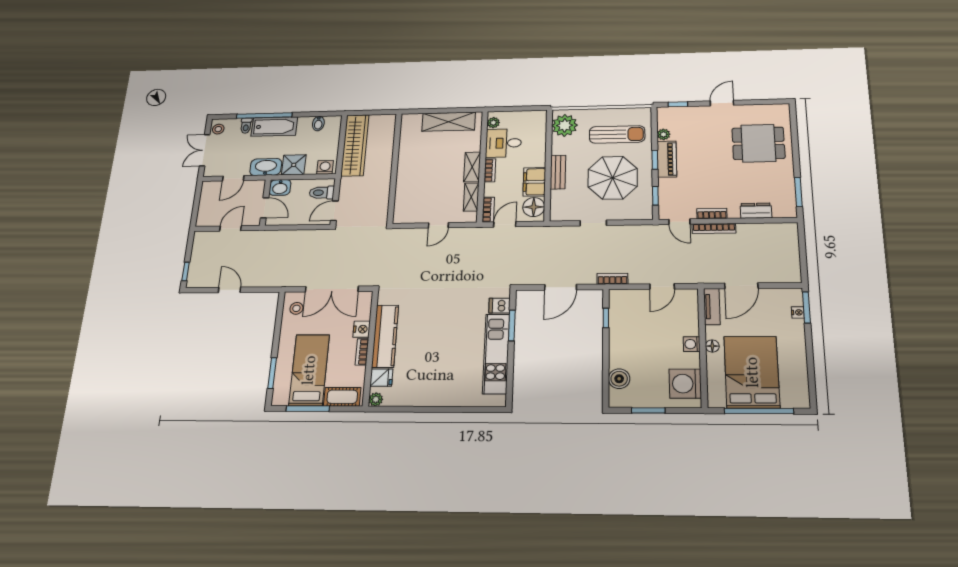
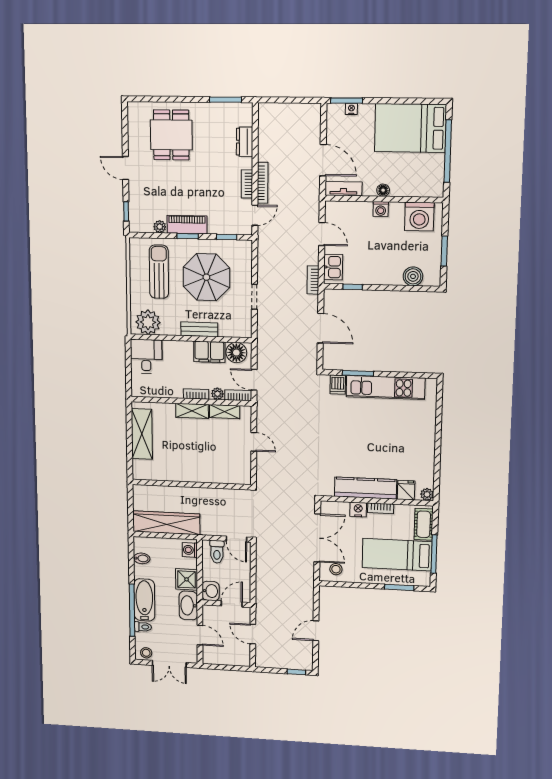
plant: (493, 123) -> (217, 394), moved
desk: (503, 143) -> (146, 356), moved, turned 180
kitchen sink: (627, 298) -> (333, 267), added
bed: (752, 372) -> (410, 128), moved

